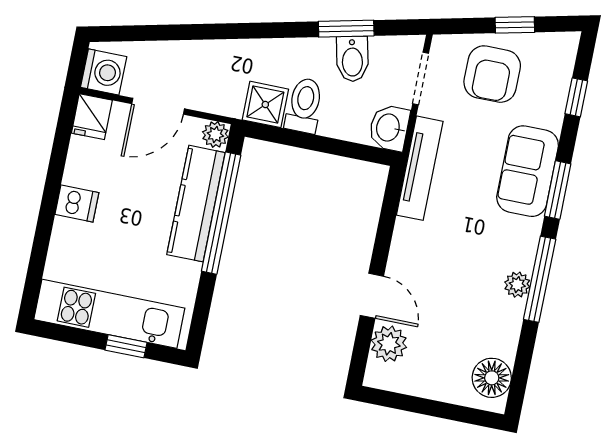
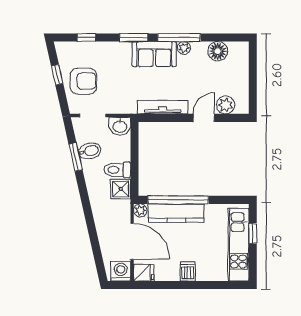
door: (158, 106) -> (132, 241), width x1.36
tv unit: (420, 168) -> (163, 107), moved
sofa: (528, 171) -> (154, 54), moved
floor lamp: (492, 378) -> (218, 51), moved

